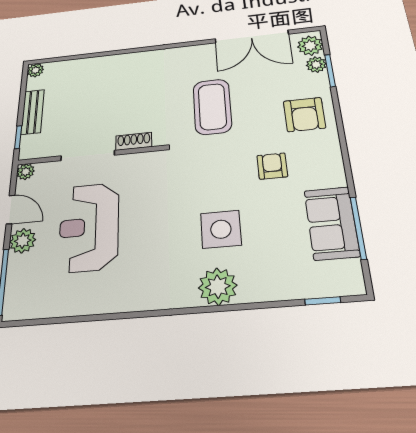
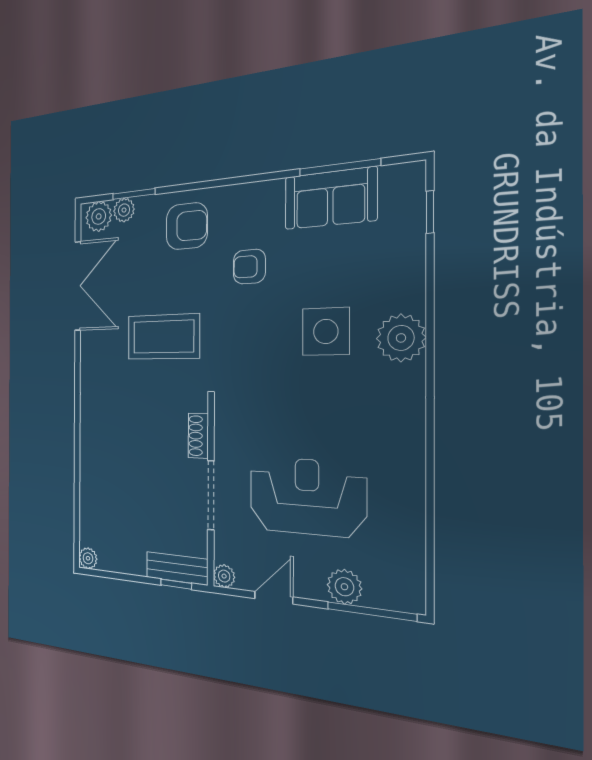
bench: (33, 112) -> (177, 568), moved
reception desk: (89, 227) -> (307, 497), turned 180
plant: (23, 241) -> (344, 587), moved

